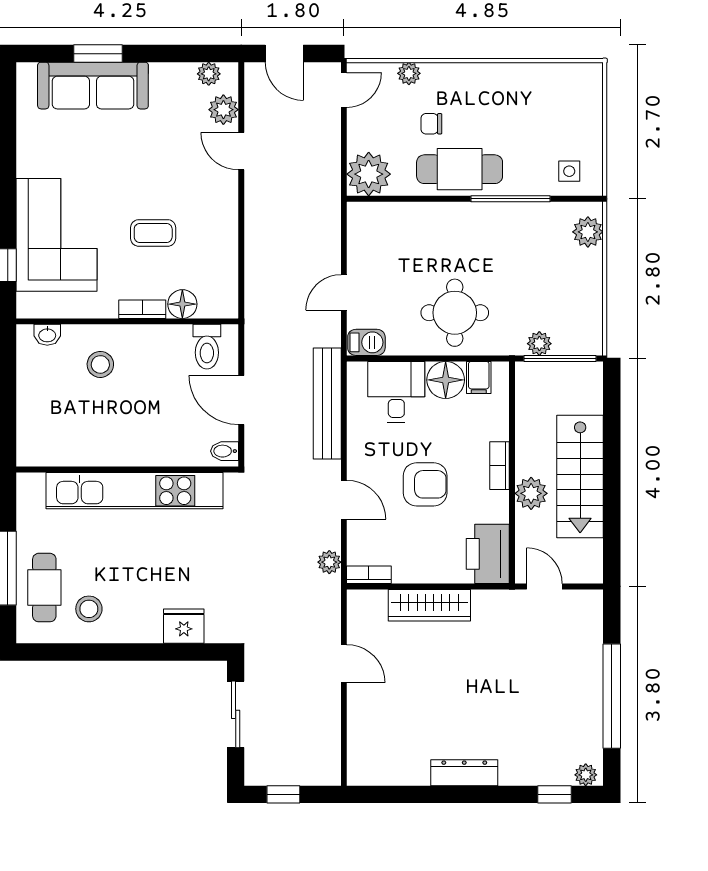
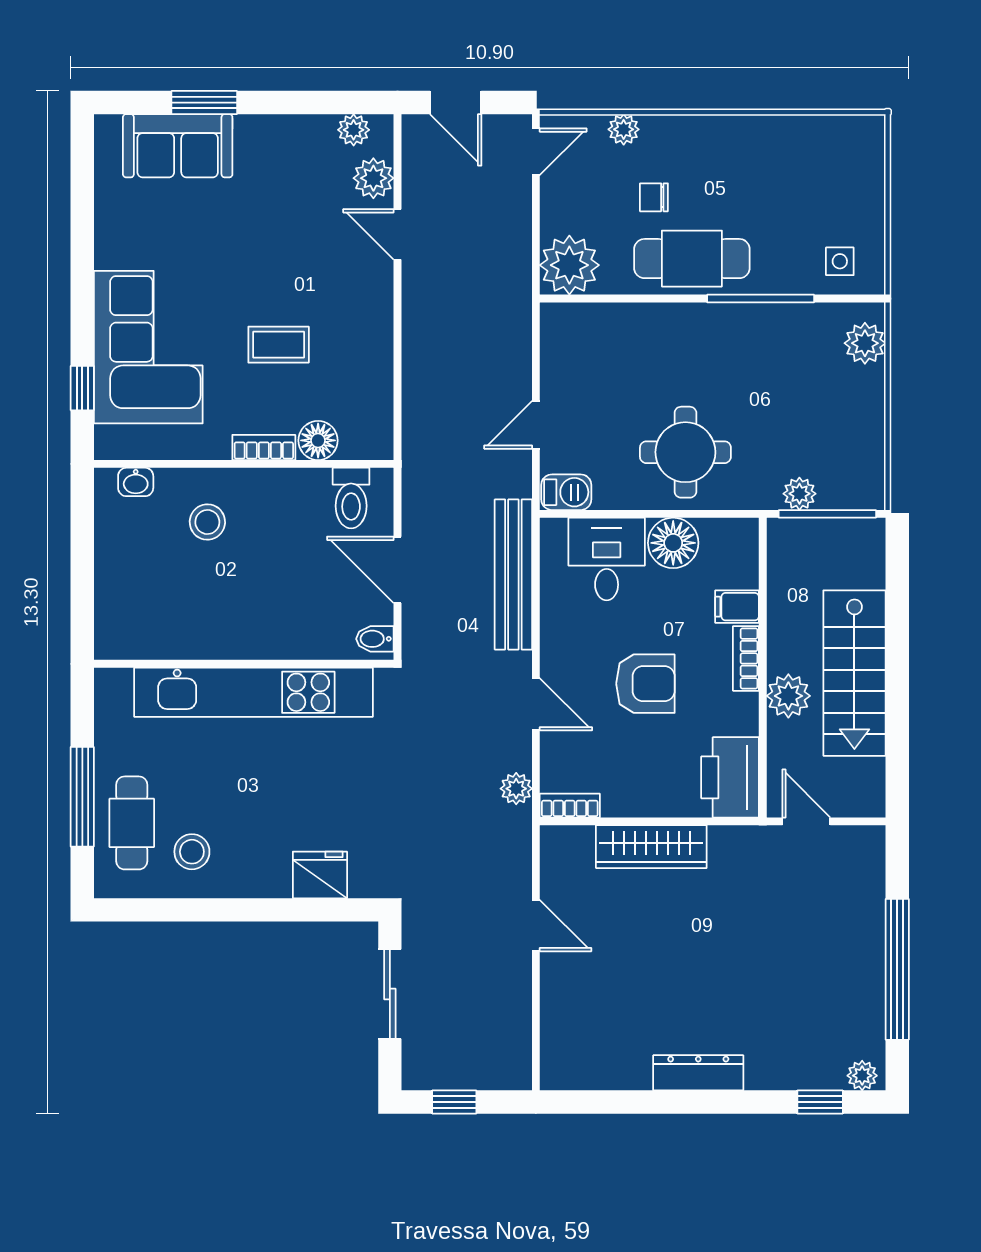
sofa: (93, 86) -> (178, 146), width x0.73
filing cabinet: (479, 377) -> (737, 607), moved, turned 90

